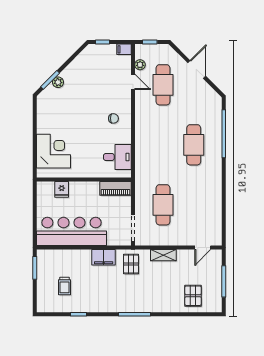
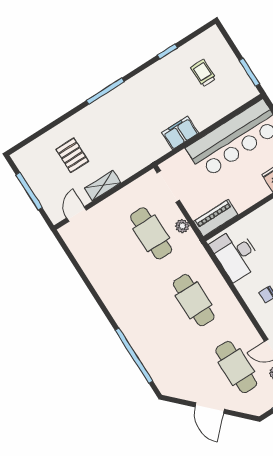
cafe table: (194, 145) -> (194, 300), moved
desk: (117, 157) -> (236, 254), width x1.37
plant: (140, 197) -> (182, 226), added
shelving: (163, 255) -> (103, 185), moved
pallet: (131, 264) -> (145, 145), removed
pallet: (193, 296) -> (72, 155), moved

